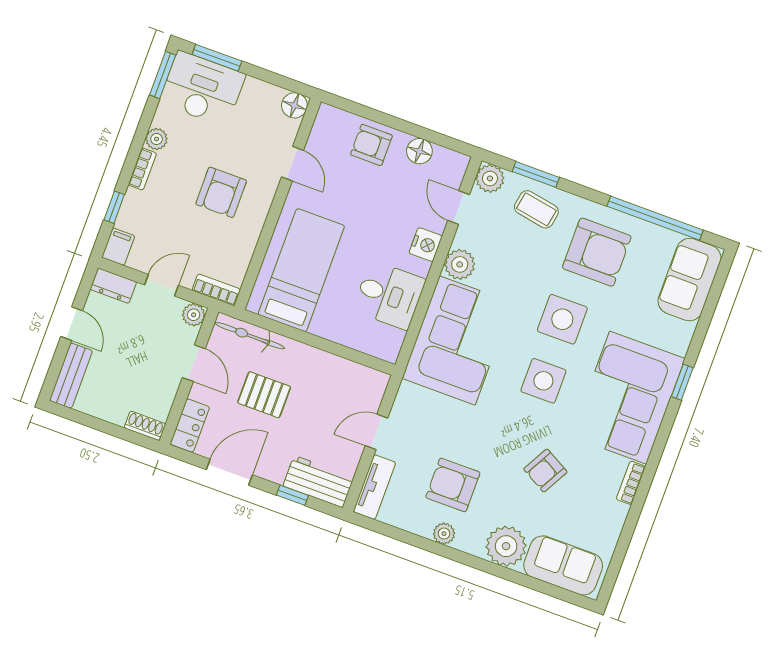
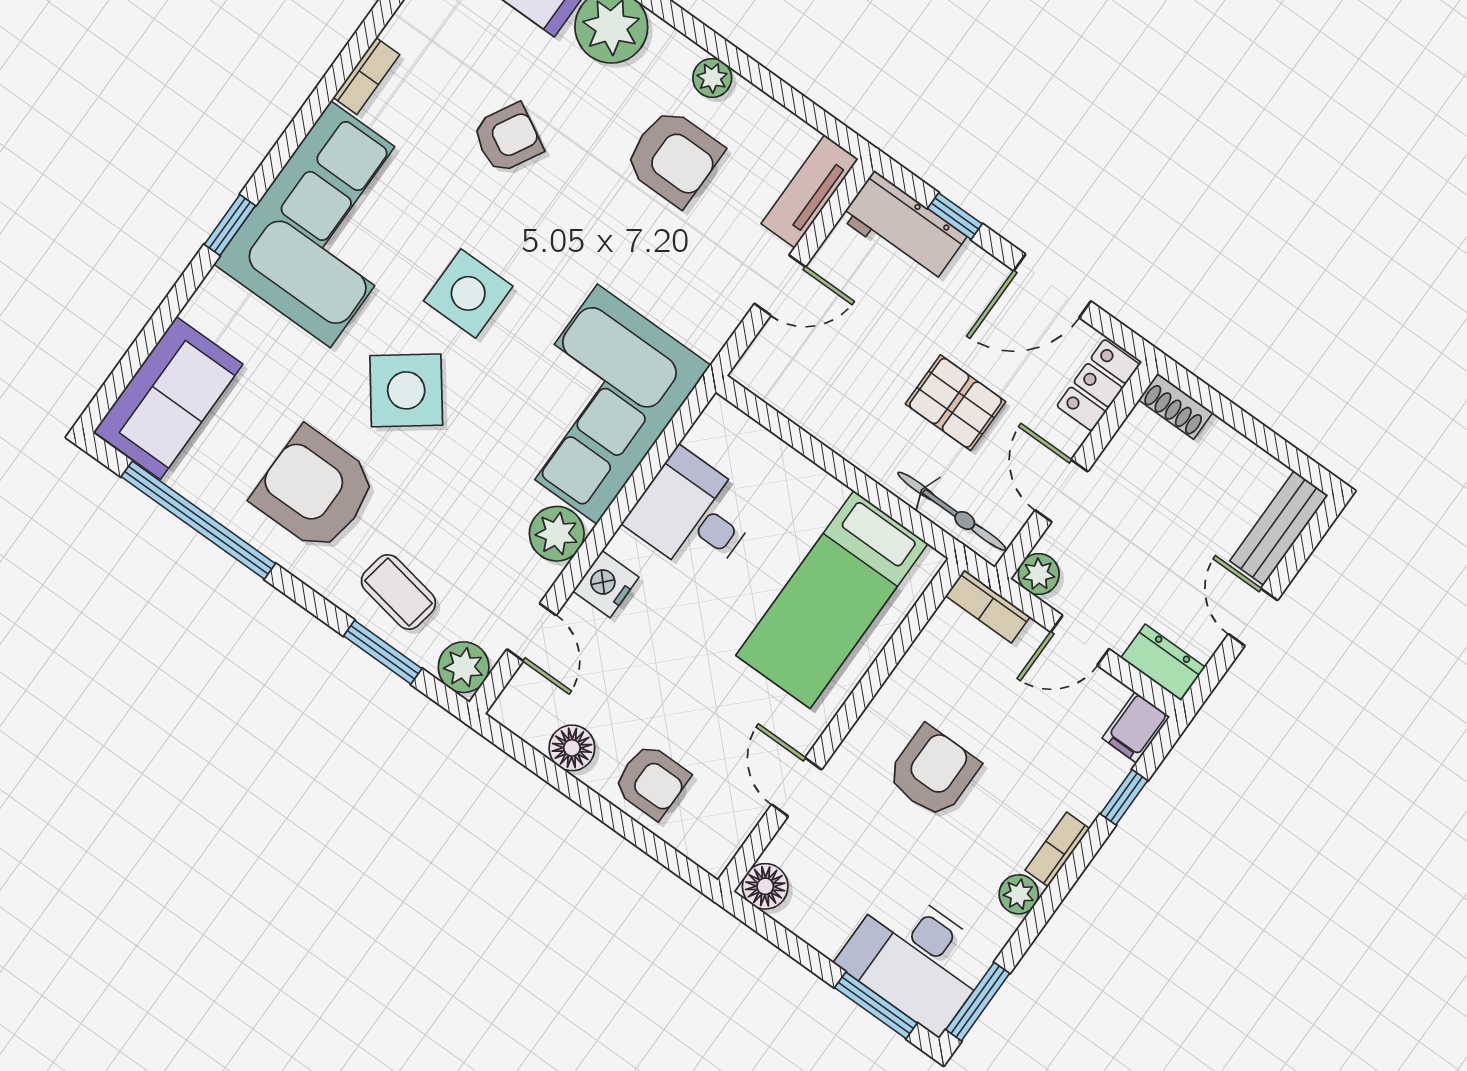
side table: (562, 319) -> (406, 390), turned -37

